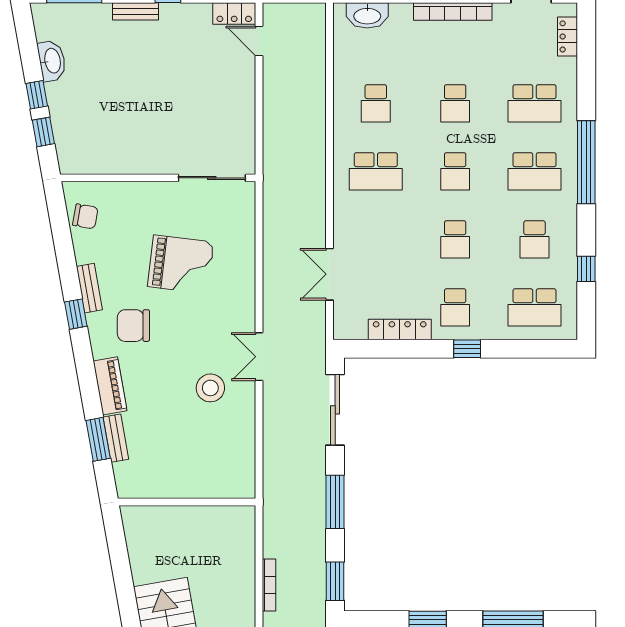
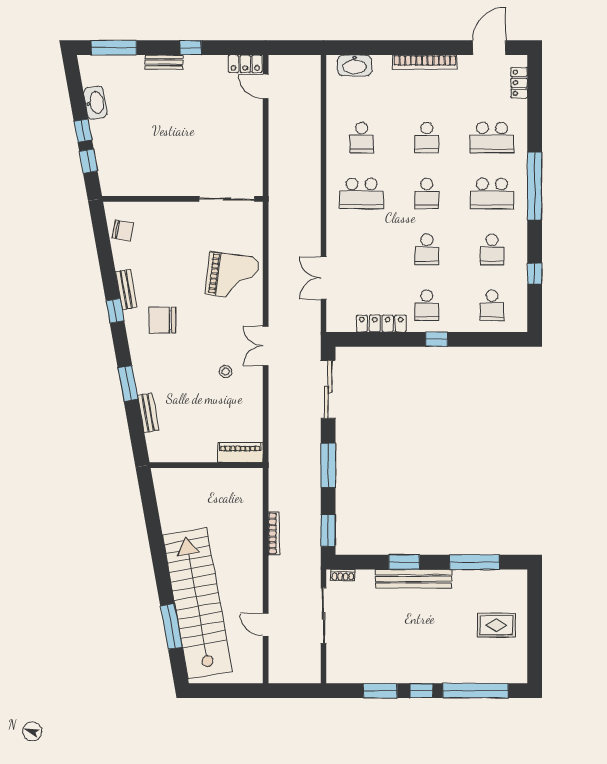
grand piano: (181, 264) -> (232, 276), moved
school desk: (534, 307) -> (492, 305), width x0.54
piano: (110, 386) -> (240, 452), moved, turned -80
stool: (210, 388) -> (226, 372), width x0.53, depth x0.53
window: (98, 439) -> (128, 384), moved

